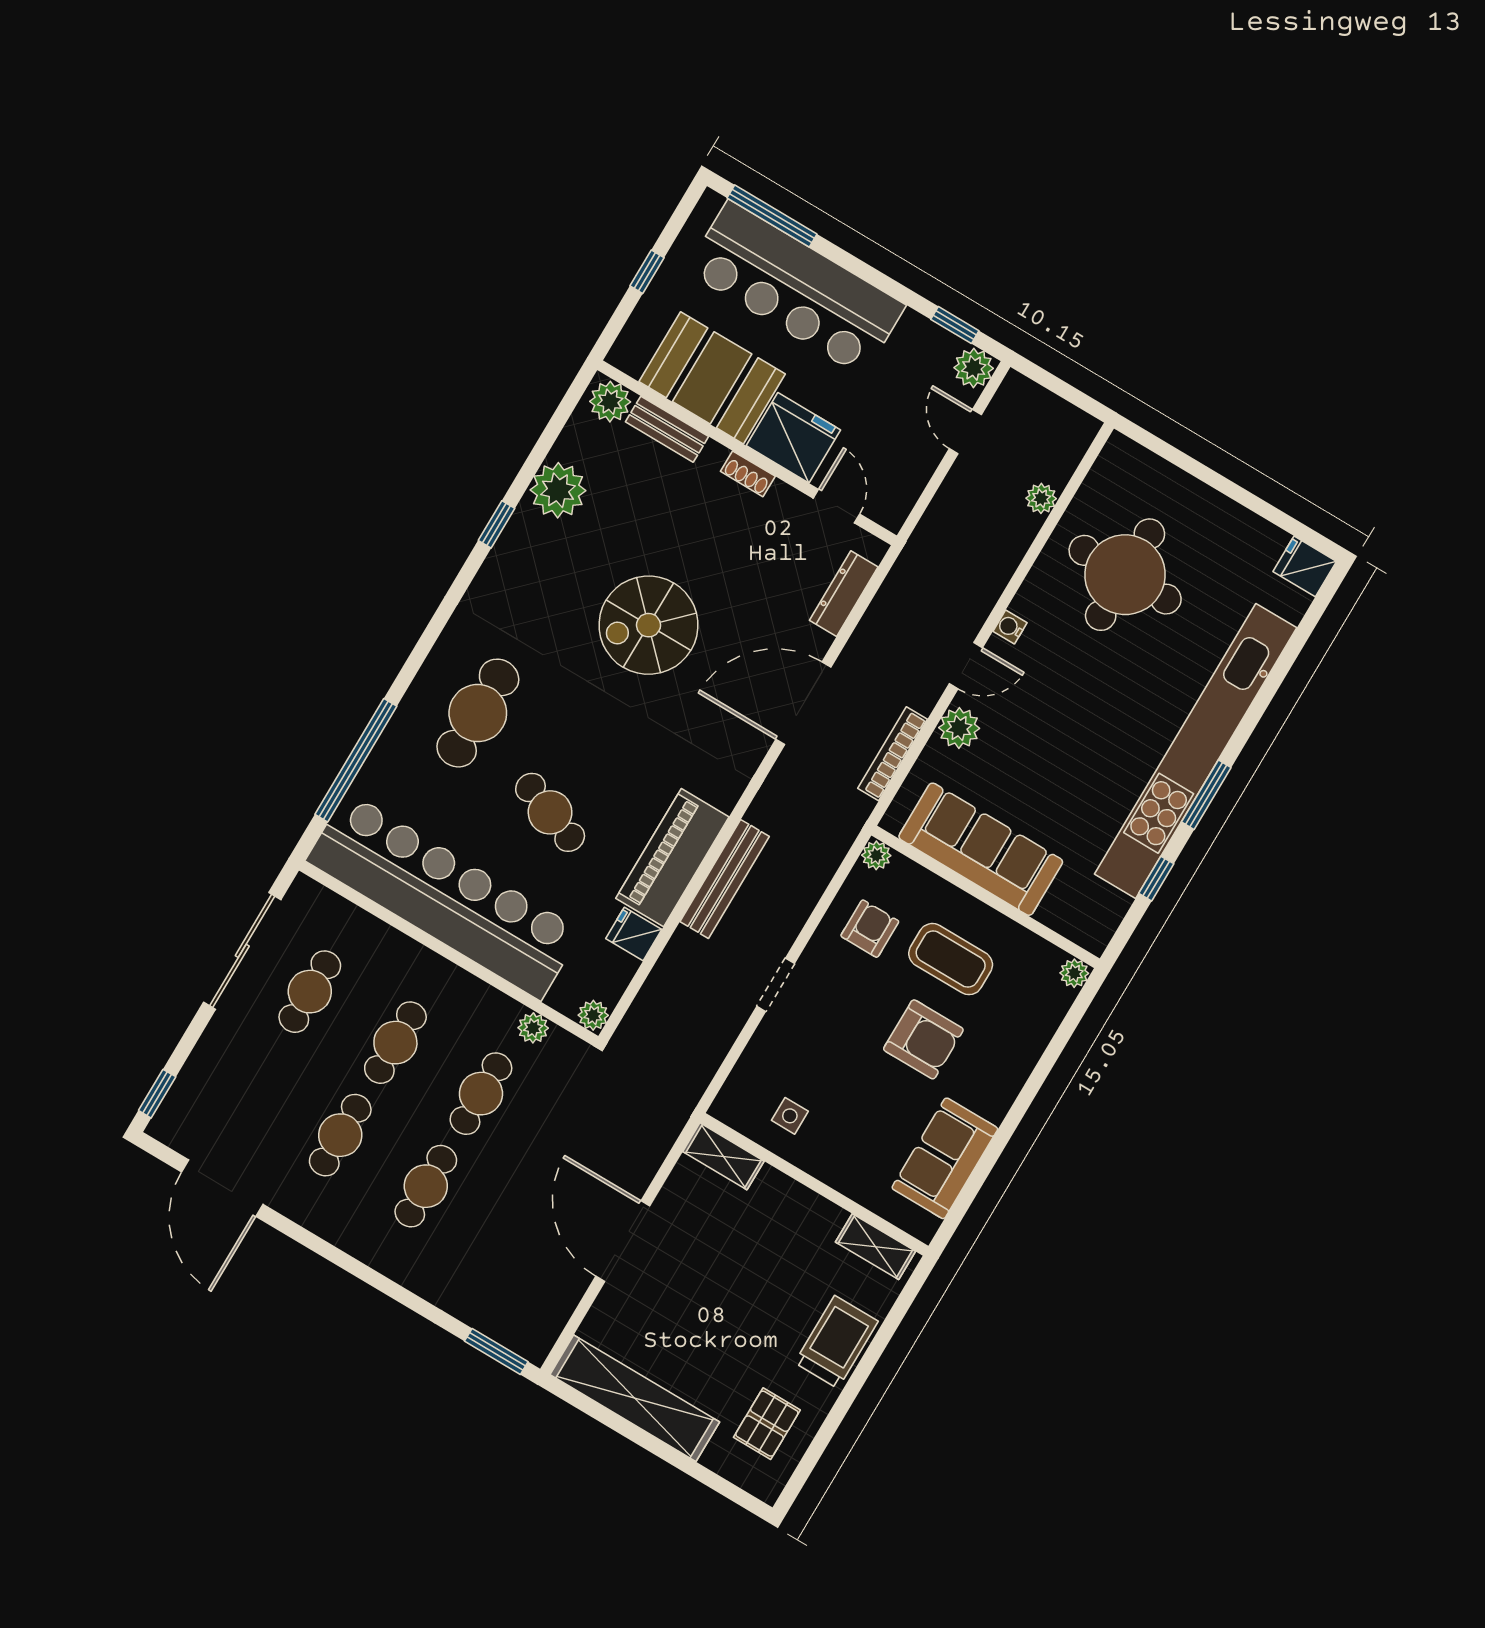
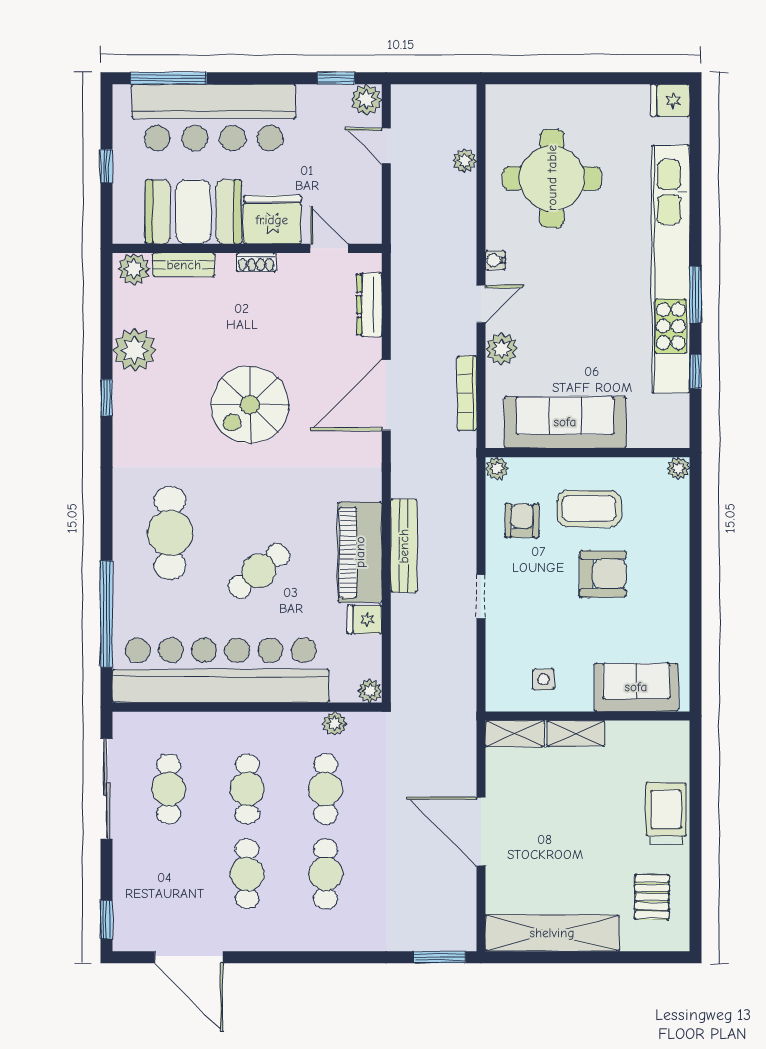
cafe table: (550, 812) -> (259, 571), turned -61
sofa: (945, 1158) -> (636, 687), moved, turned 90
shelving: (875, 1247) -> (576, 733), moved

